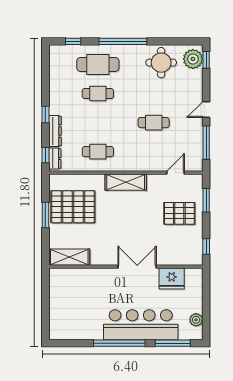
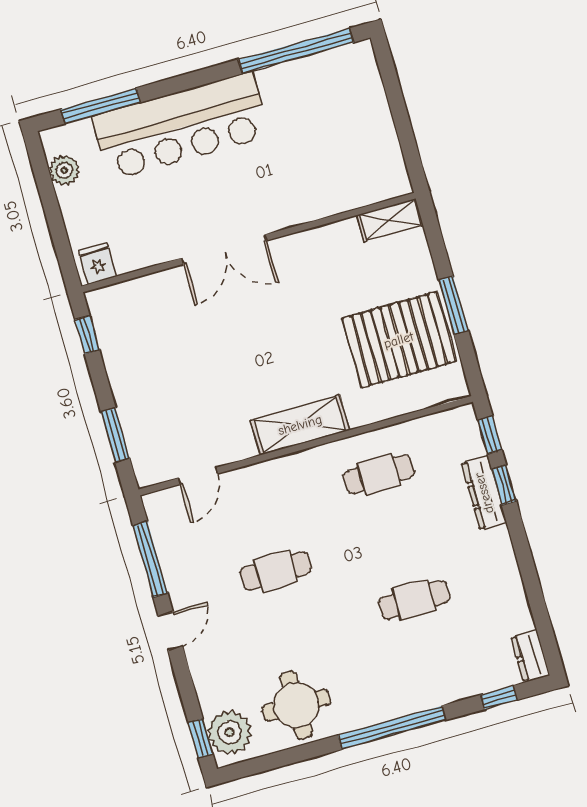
cafe table: (98, 64) -> (432, 663), removed
window: (45, 114) -> (504, 485), moved
dresser: (55, 158) -> (530, 656), moved
pallet: (179, 213) -> (165, 390), removed
shelving: (69, 257) -> (390, 220), width x0.67, depth x0.75
fridge: (172, 279) -> (98, 263), moved, width x0.53, depth x0.75
window: (119, 343) -> (296, 51), moved

